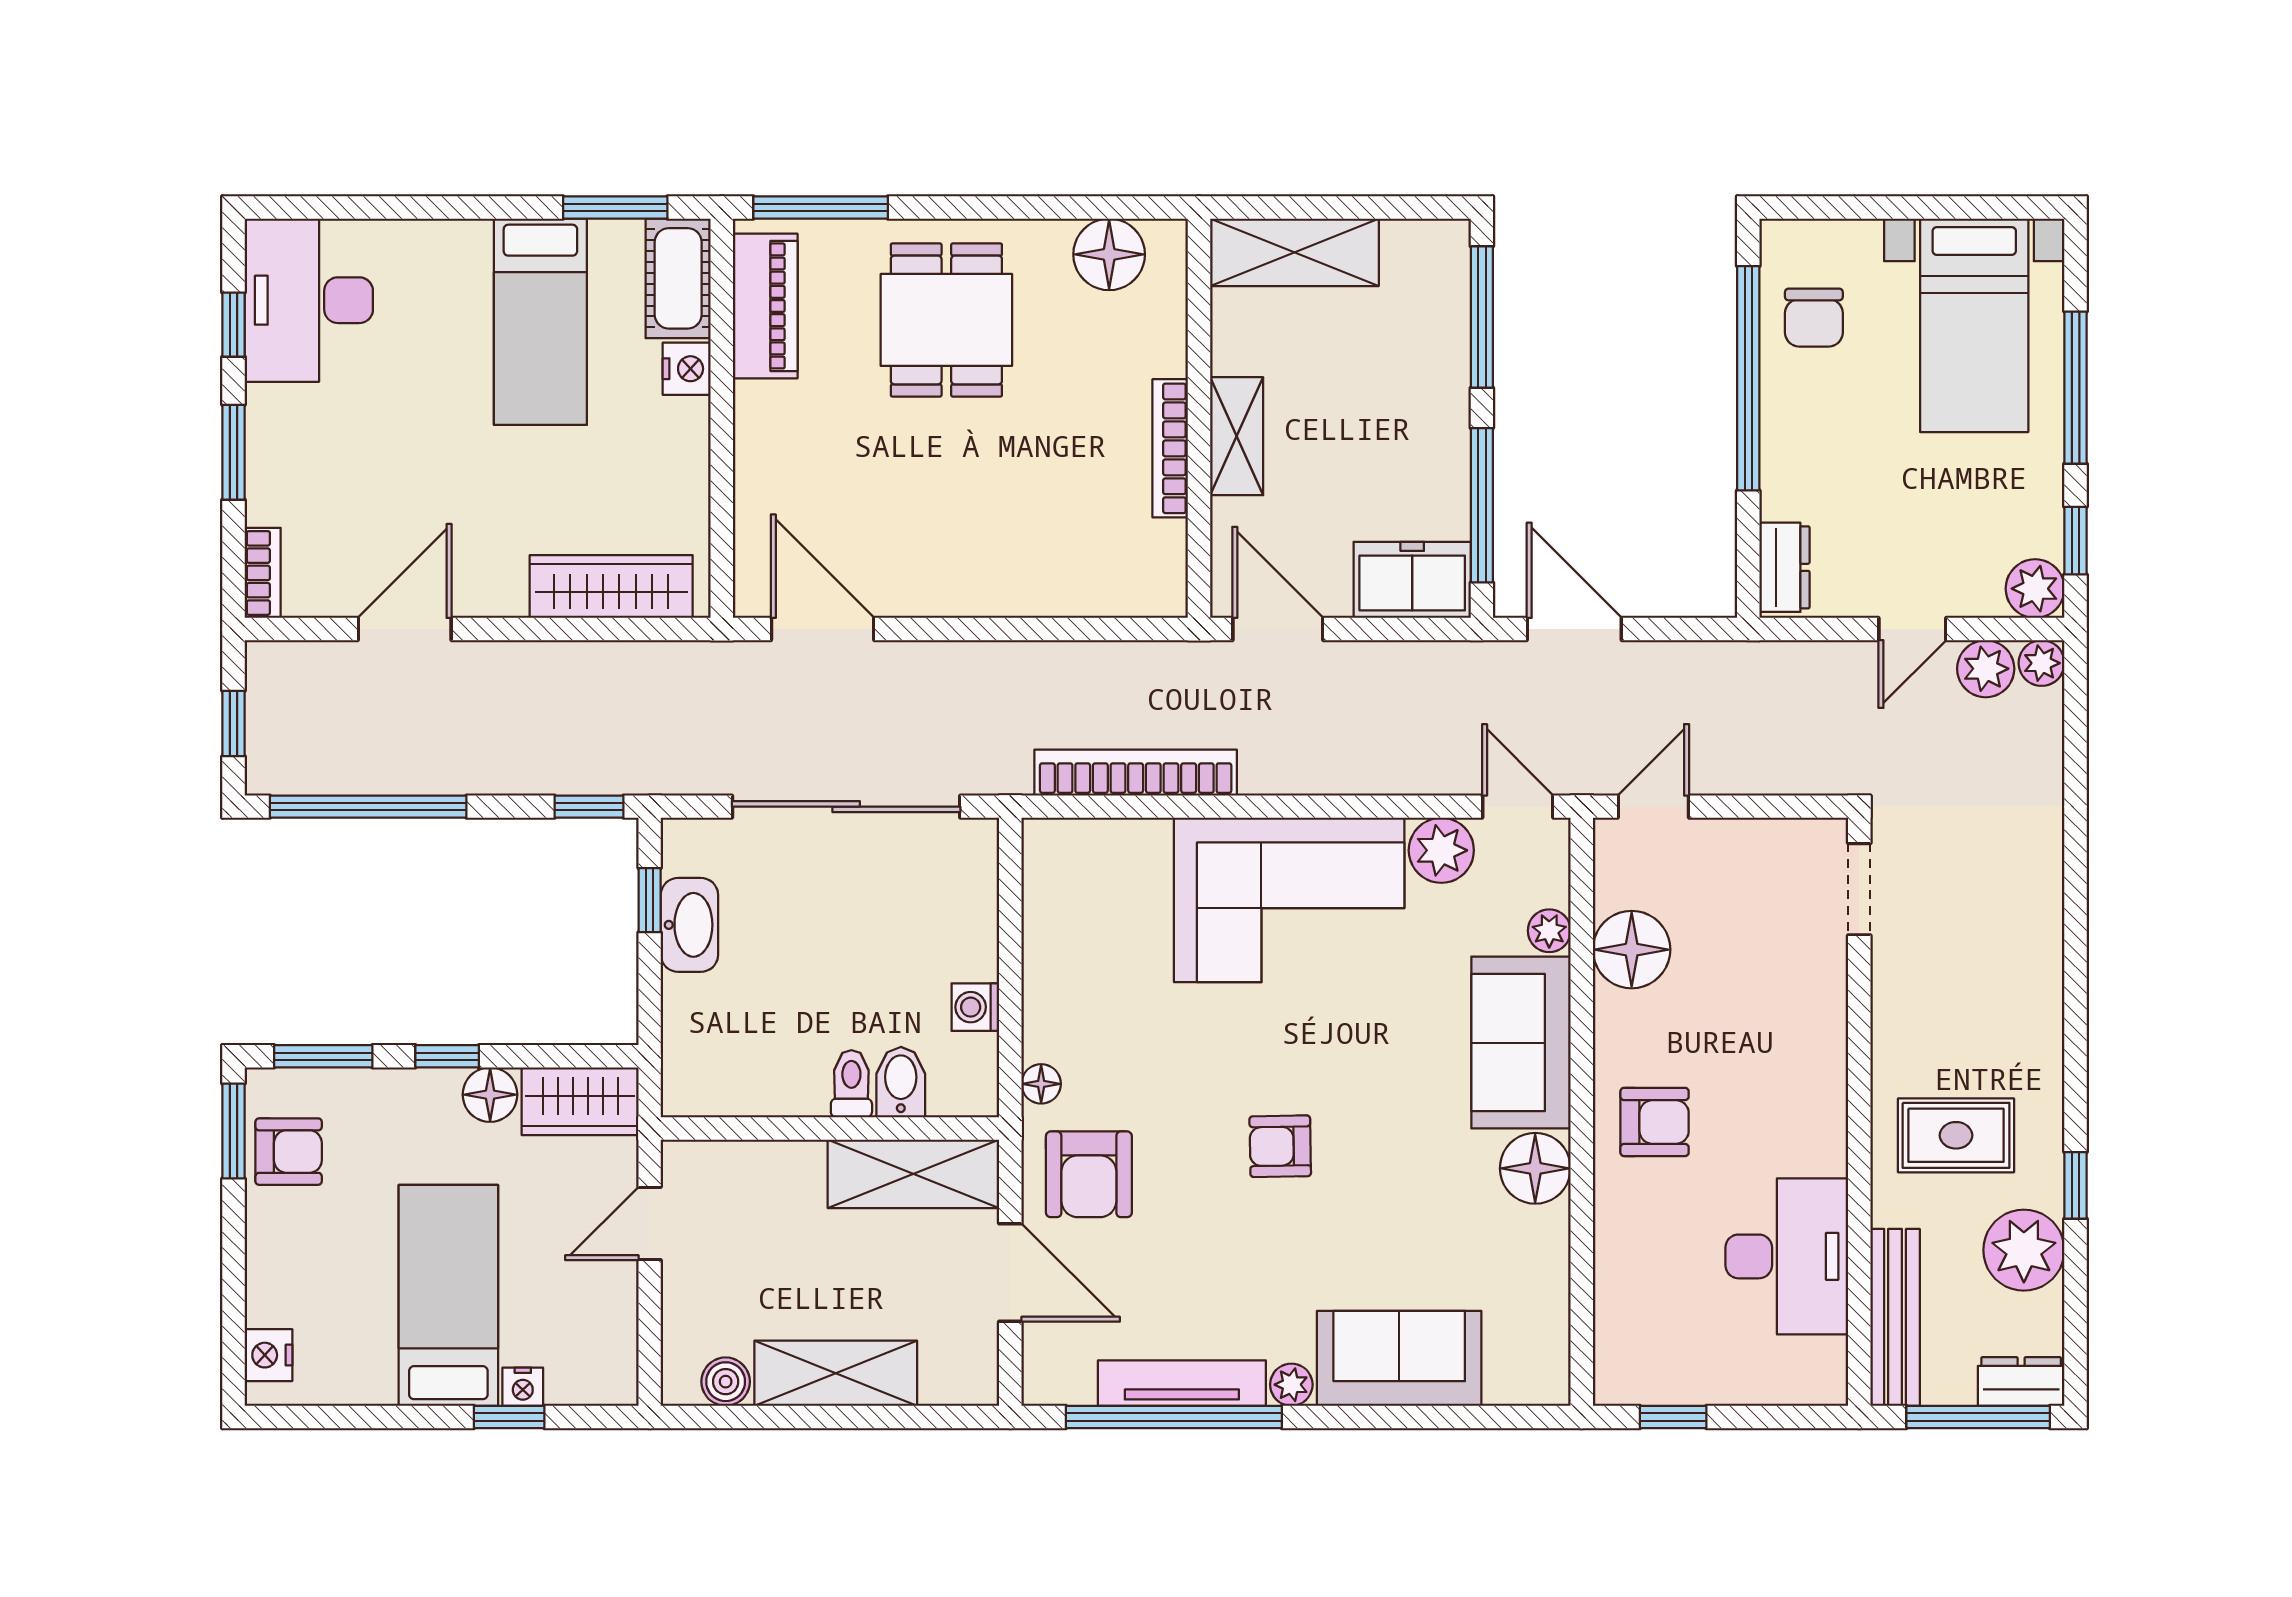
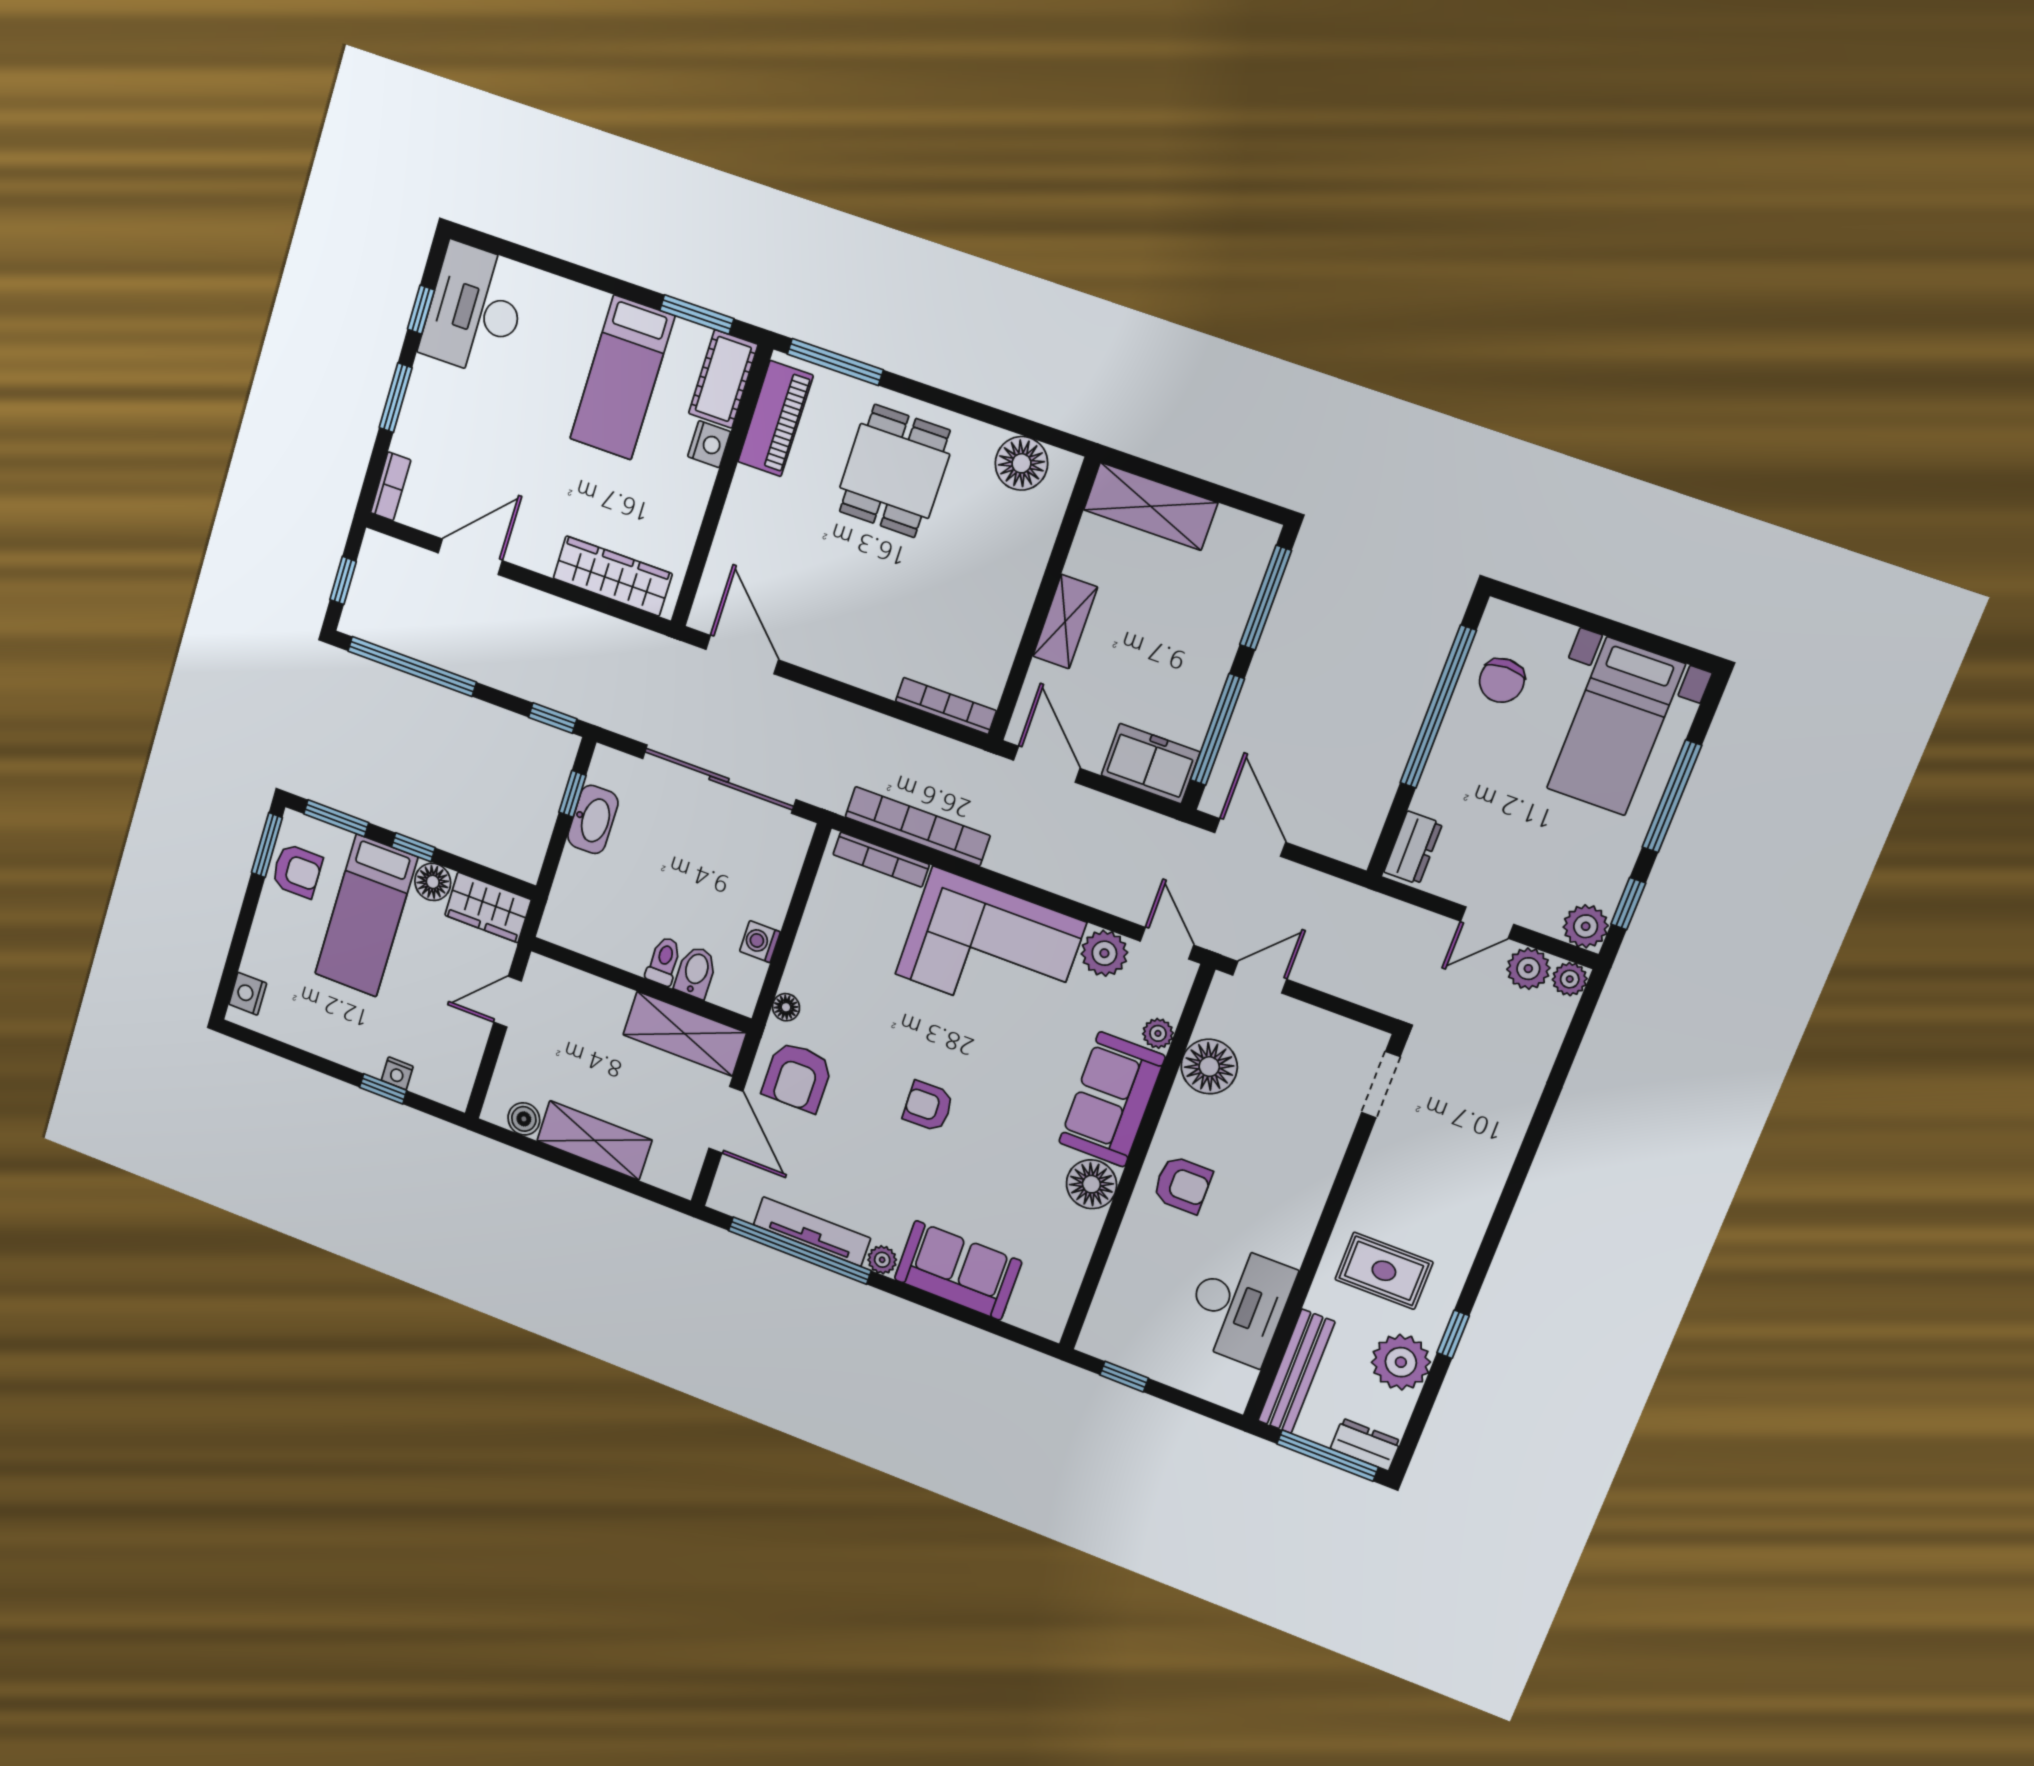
bookcase: (1170, 448) -> (946, 706), moved, turned 90
bookcase: (1102, 835) -> (881, 860), added
bed: (448, 1295) -> (366, 916), moved, turned 180

